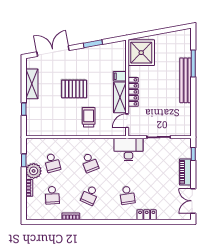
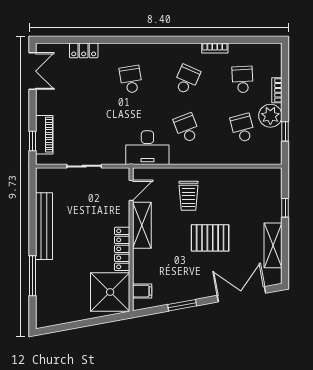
double door: (53, 51) -> (241, 294), swing flipped
filing cabinet: (120, 76) -> (142, 291), moved
bench: (186, 80) -> (44, 226), moved
locker: (133, 92) -> (122, 249), moved
desk: (129, 149) -> (147, 148), moved
piano: (185, 172) -> (44, 135), moved
locker: (147, 215) -> (84, 50), moved

